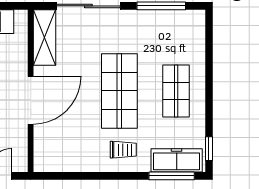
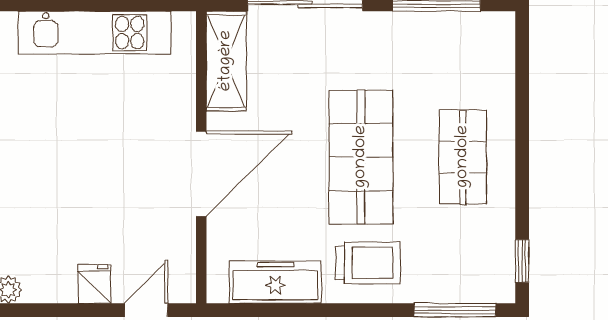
trolley: (123, 150) -> (368, 263), width x1.36, depth x1.39
freezer: (177, 160) -> (275, 282), moved

